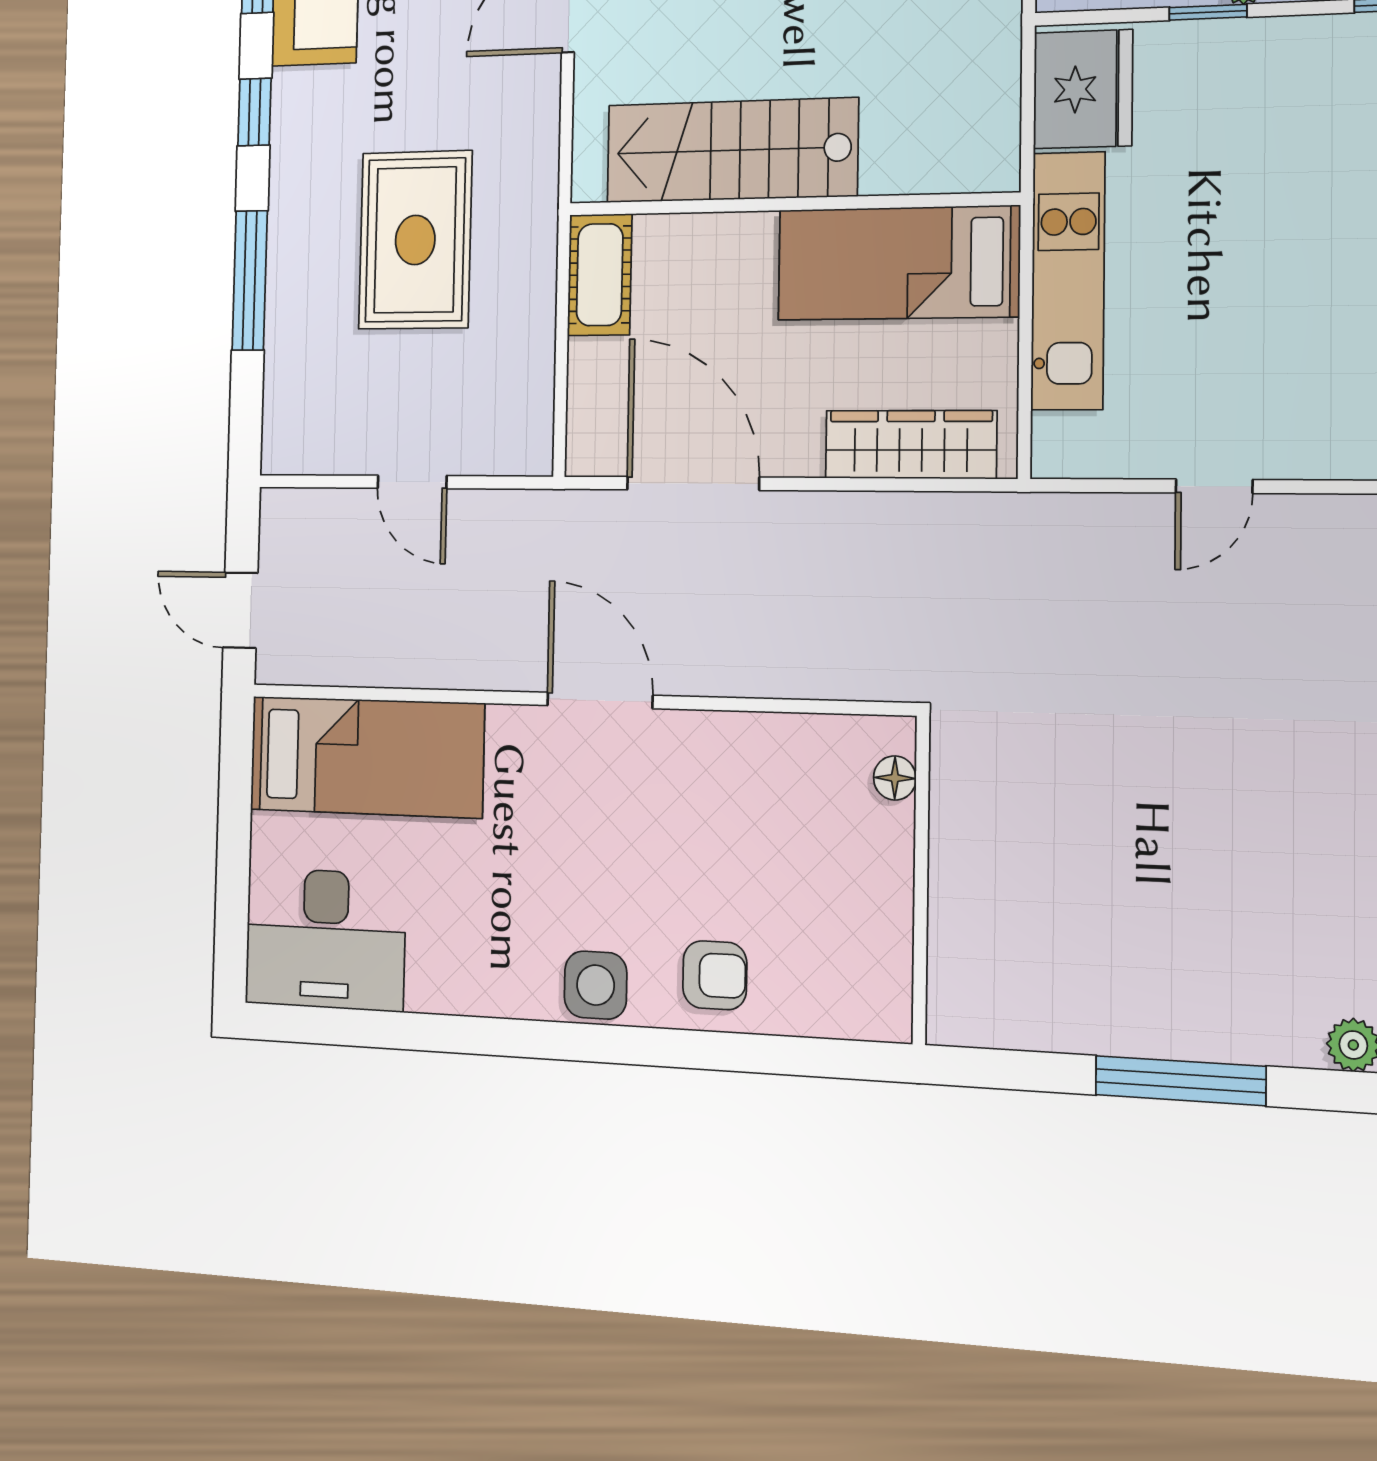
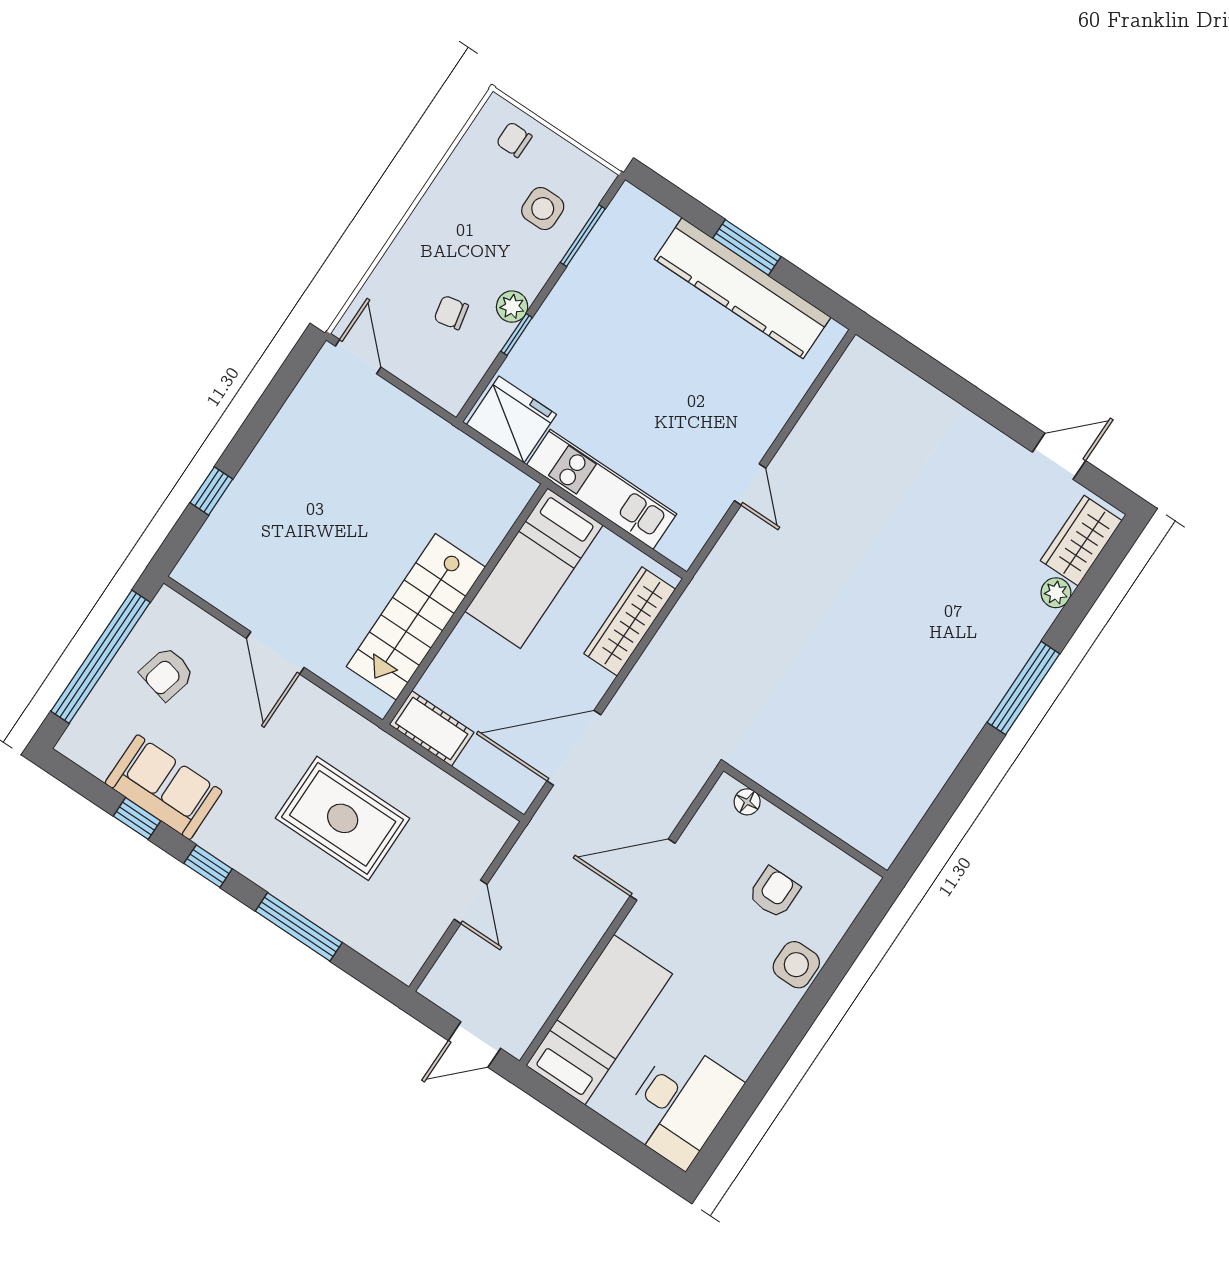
door: (412, 482) -> (471, 902), hinge flipped
floor lamp: (895, 778) -> (747, 802), moved
wall: (921, 880) -> (805, 821), moved
armchair: (715, 975) -> (774, 892), moved

